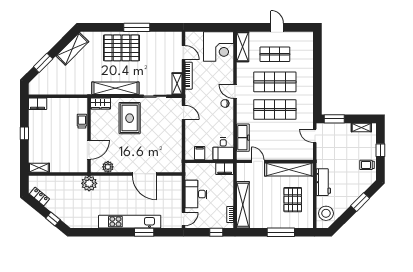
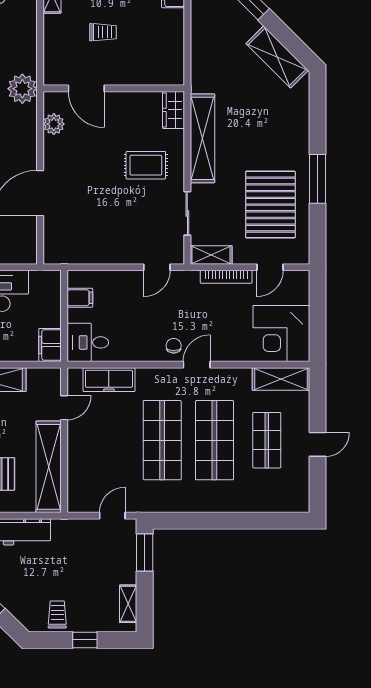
pallet: (122, 48) -> (270, 205), moved
rug: (130, 118) -> (146, 165), width x0.73, depth x0.70
trolley: (82, 121) -> (103, 32), moved

